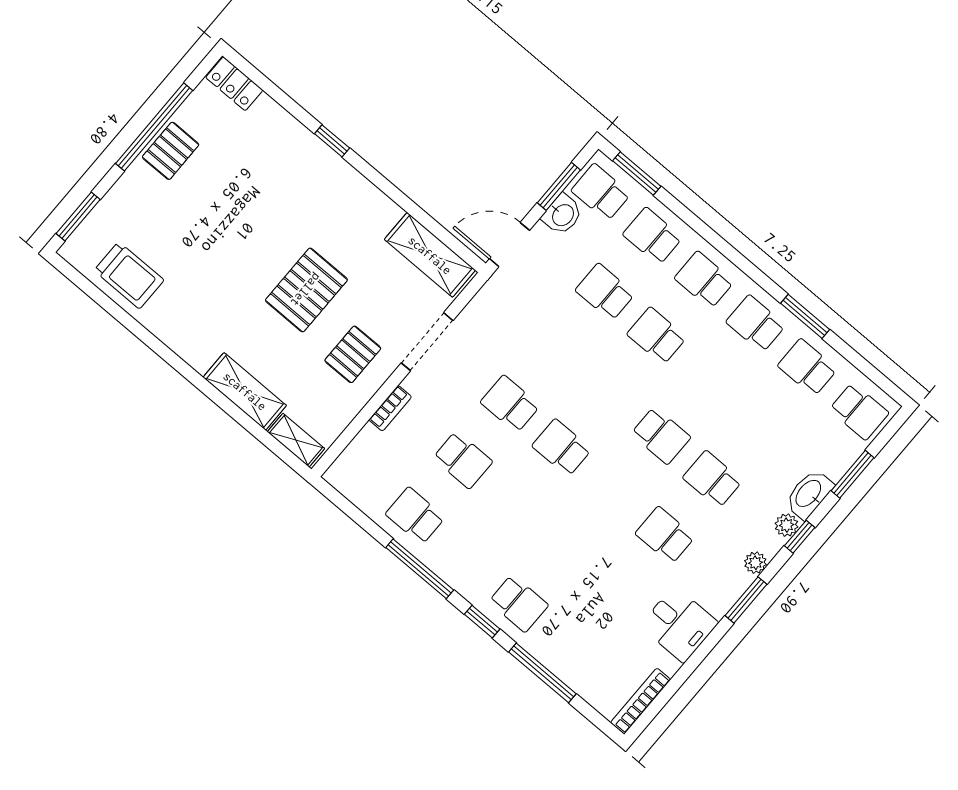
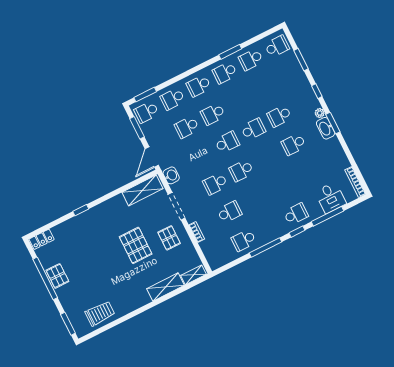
washbasin: (562, 215) -> (171, 175), moved
school desk: (609, 392) -> (227, 142), added
washbasin: (809, 494) -> (326, 128), moved
plant: (787, 525) -> (310, 94), removed
desk: (679, 624) -> (331, 198), moved, turned 90

